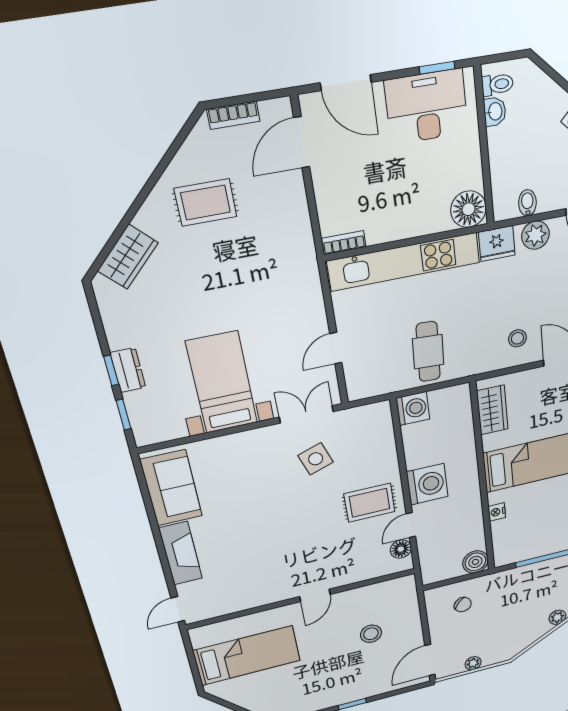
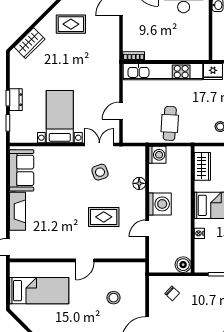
floor lamp: (468, 209) -> (200, 51), removed
rug: (370, 503) -> (104, 217), moved
floor lamp: (401, 549) -> (139, 183), moved

